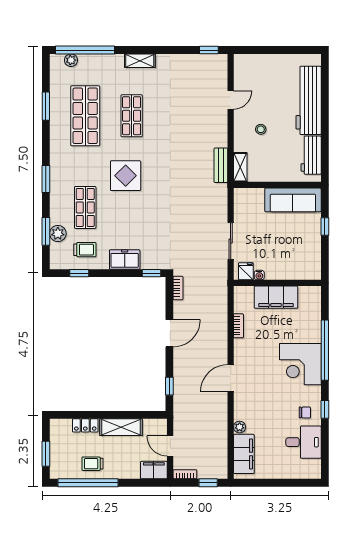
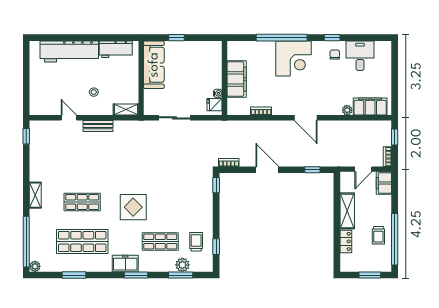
plant: (71, 60) -> (35, 266), moved
bench: (221, 165) -> (98, 126), moved
sliding door: (231, 241) -> (174, 118), moved
freezer: (125, 260) -> (125, 263), moved, turned 90

